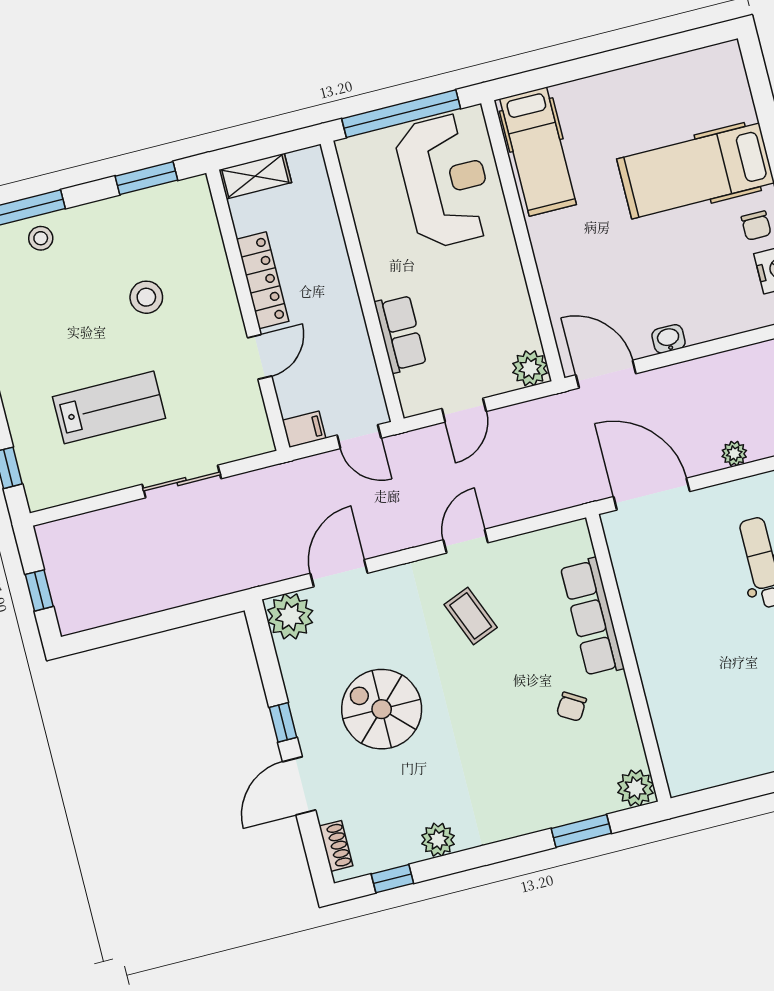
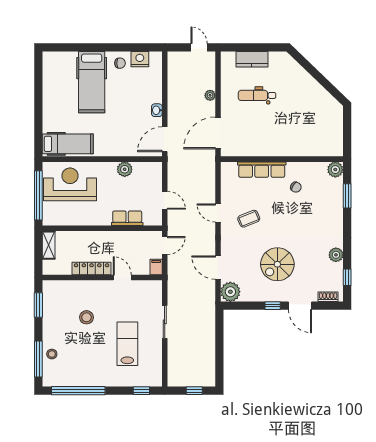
shelving: (255, 176) -> (49, 245), moved
plant: (530, 368) -> (125, 169), moved

